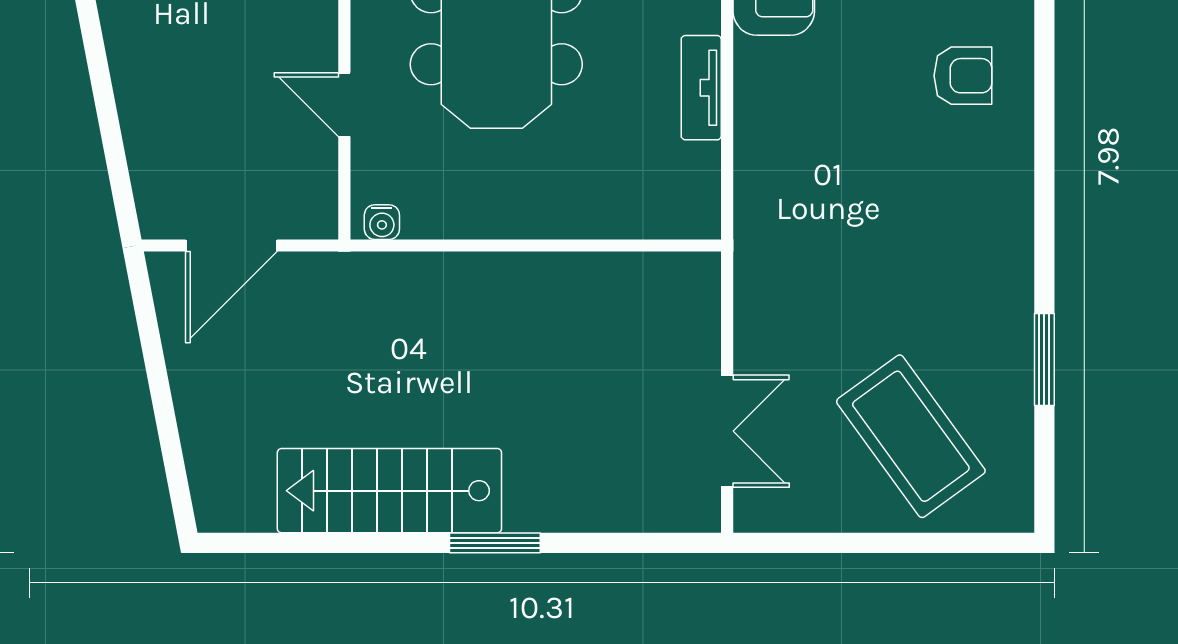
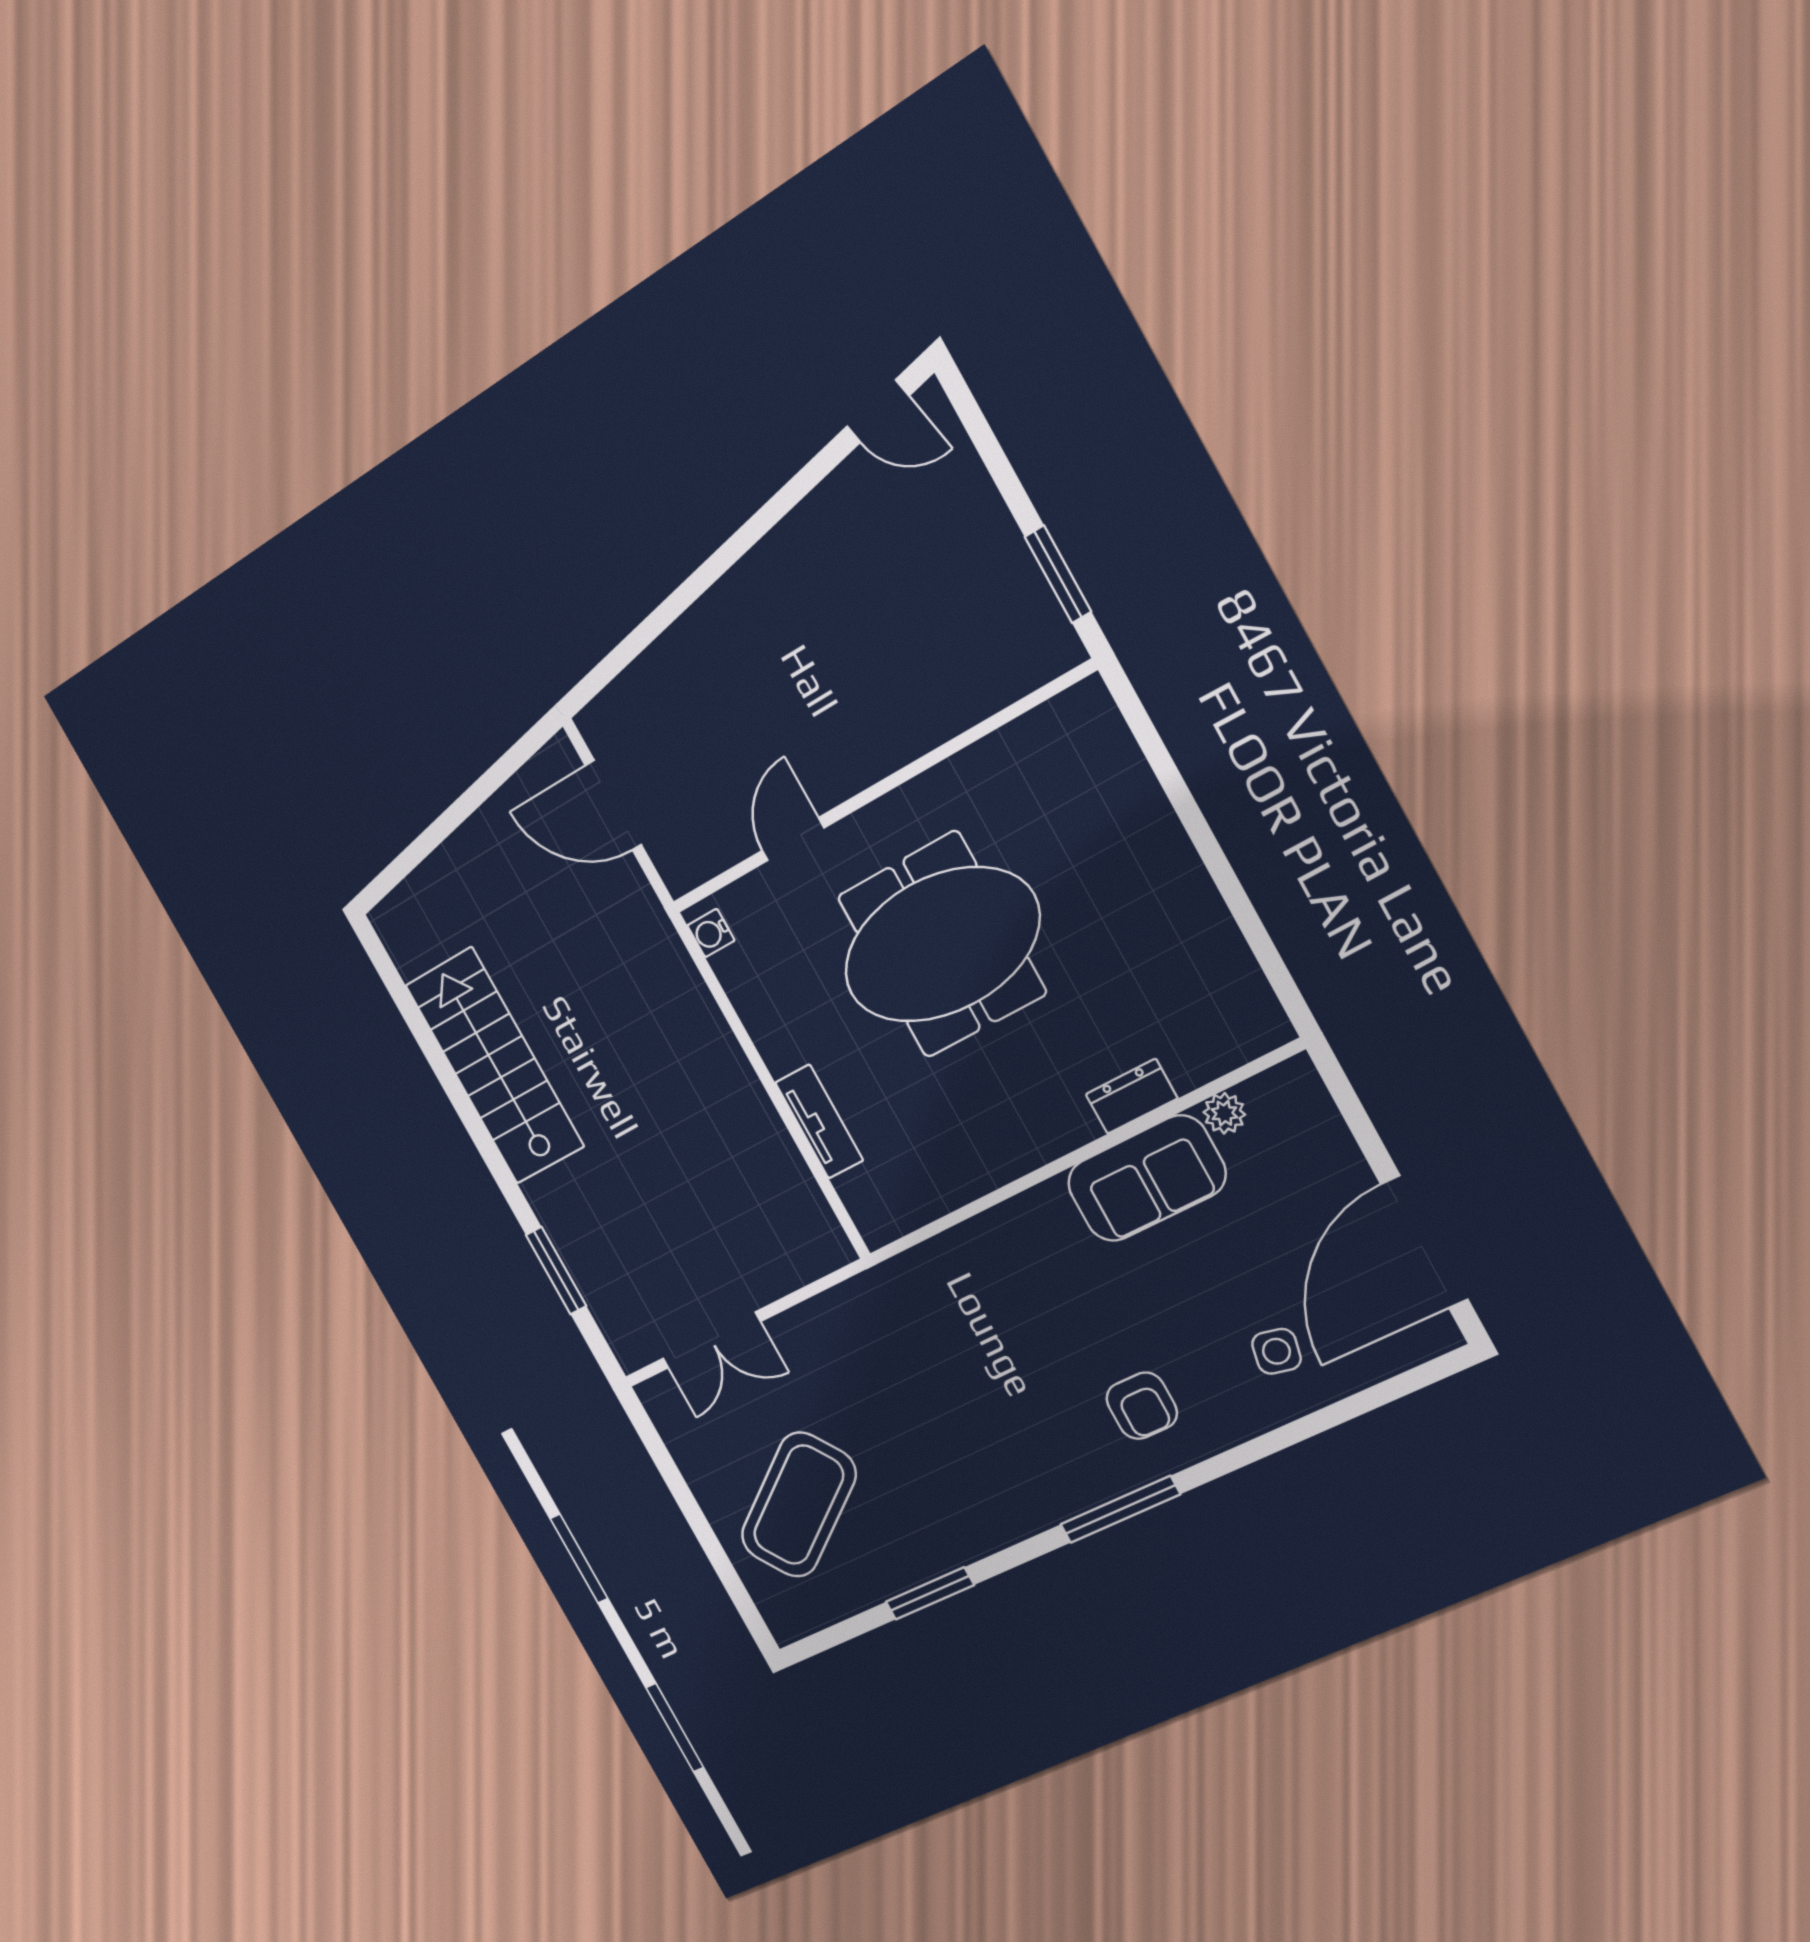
tv unit: (701, 88) -> (819, 1122), moved, turned 90
window: (1044, 145) -> (1120, 1509), added
window: (495, 543) -> (556, 1271), moved

